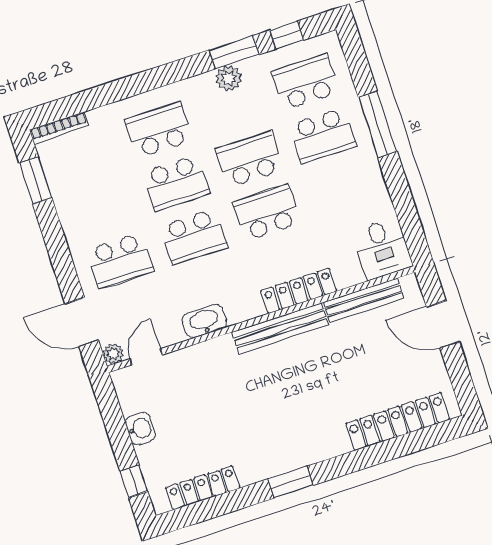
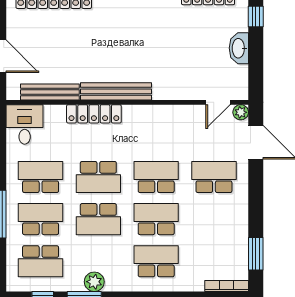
school desk: (159, 130) -> (156, 261), turned 180
school desk: (340, 189) -> (41, 177), added
washbasin: (204, 321) -> (168, 114), removed
washbasin: (140, 429) -> (239, 48), width x1.38

